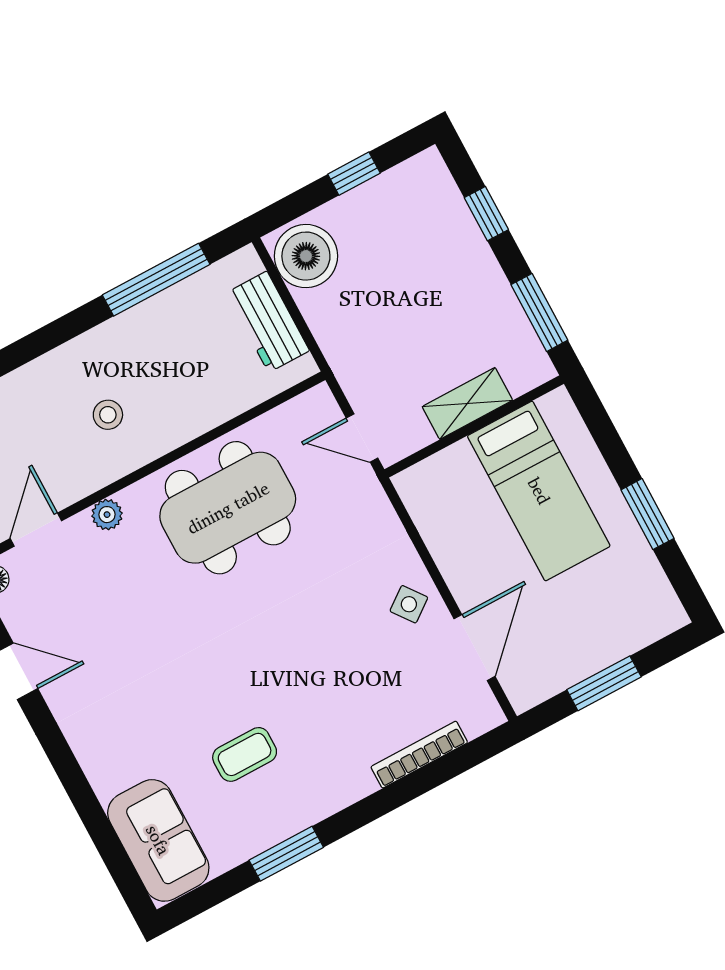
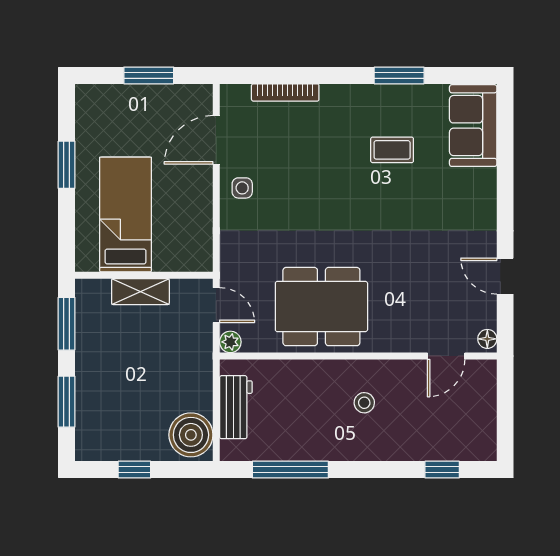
window: (486, 214) -> (67, 402), width x1.50
plant: (107, 515) -> (230, 342), moved
side table: (409, 604) -> (242, 188), turned 37

